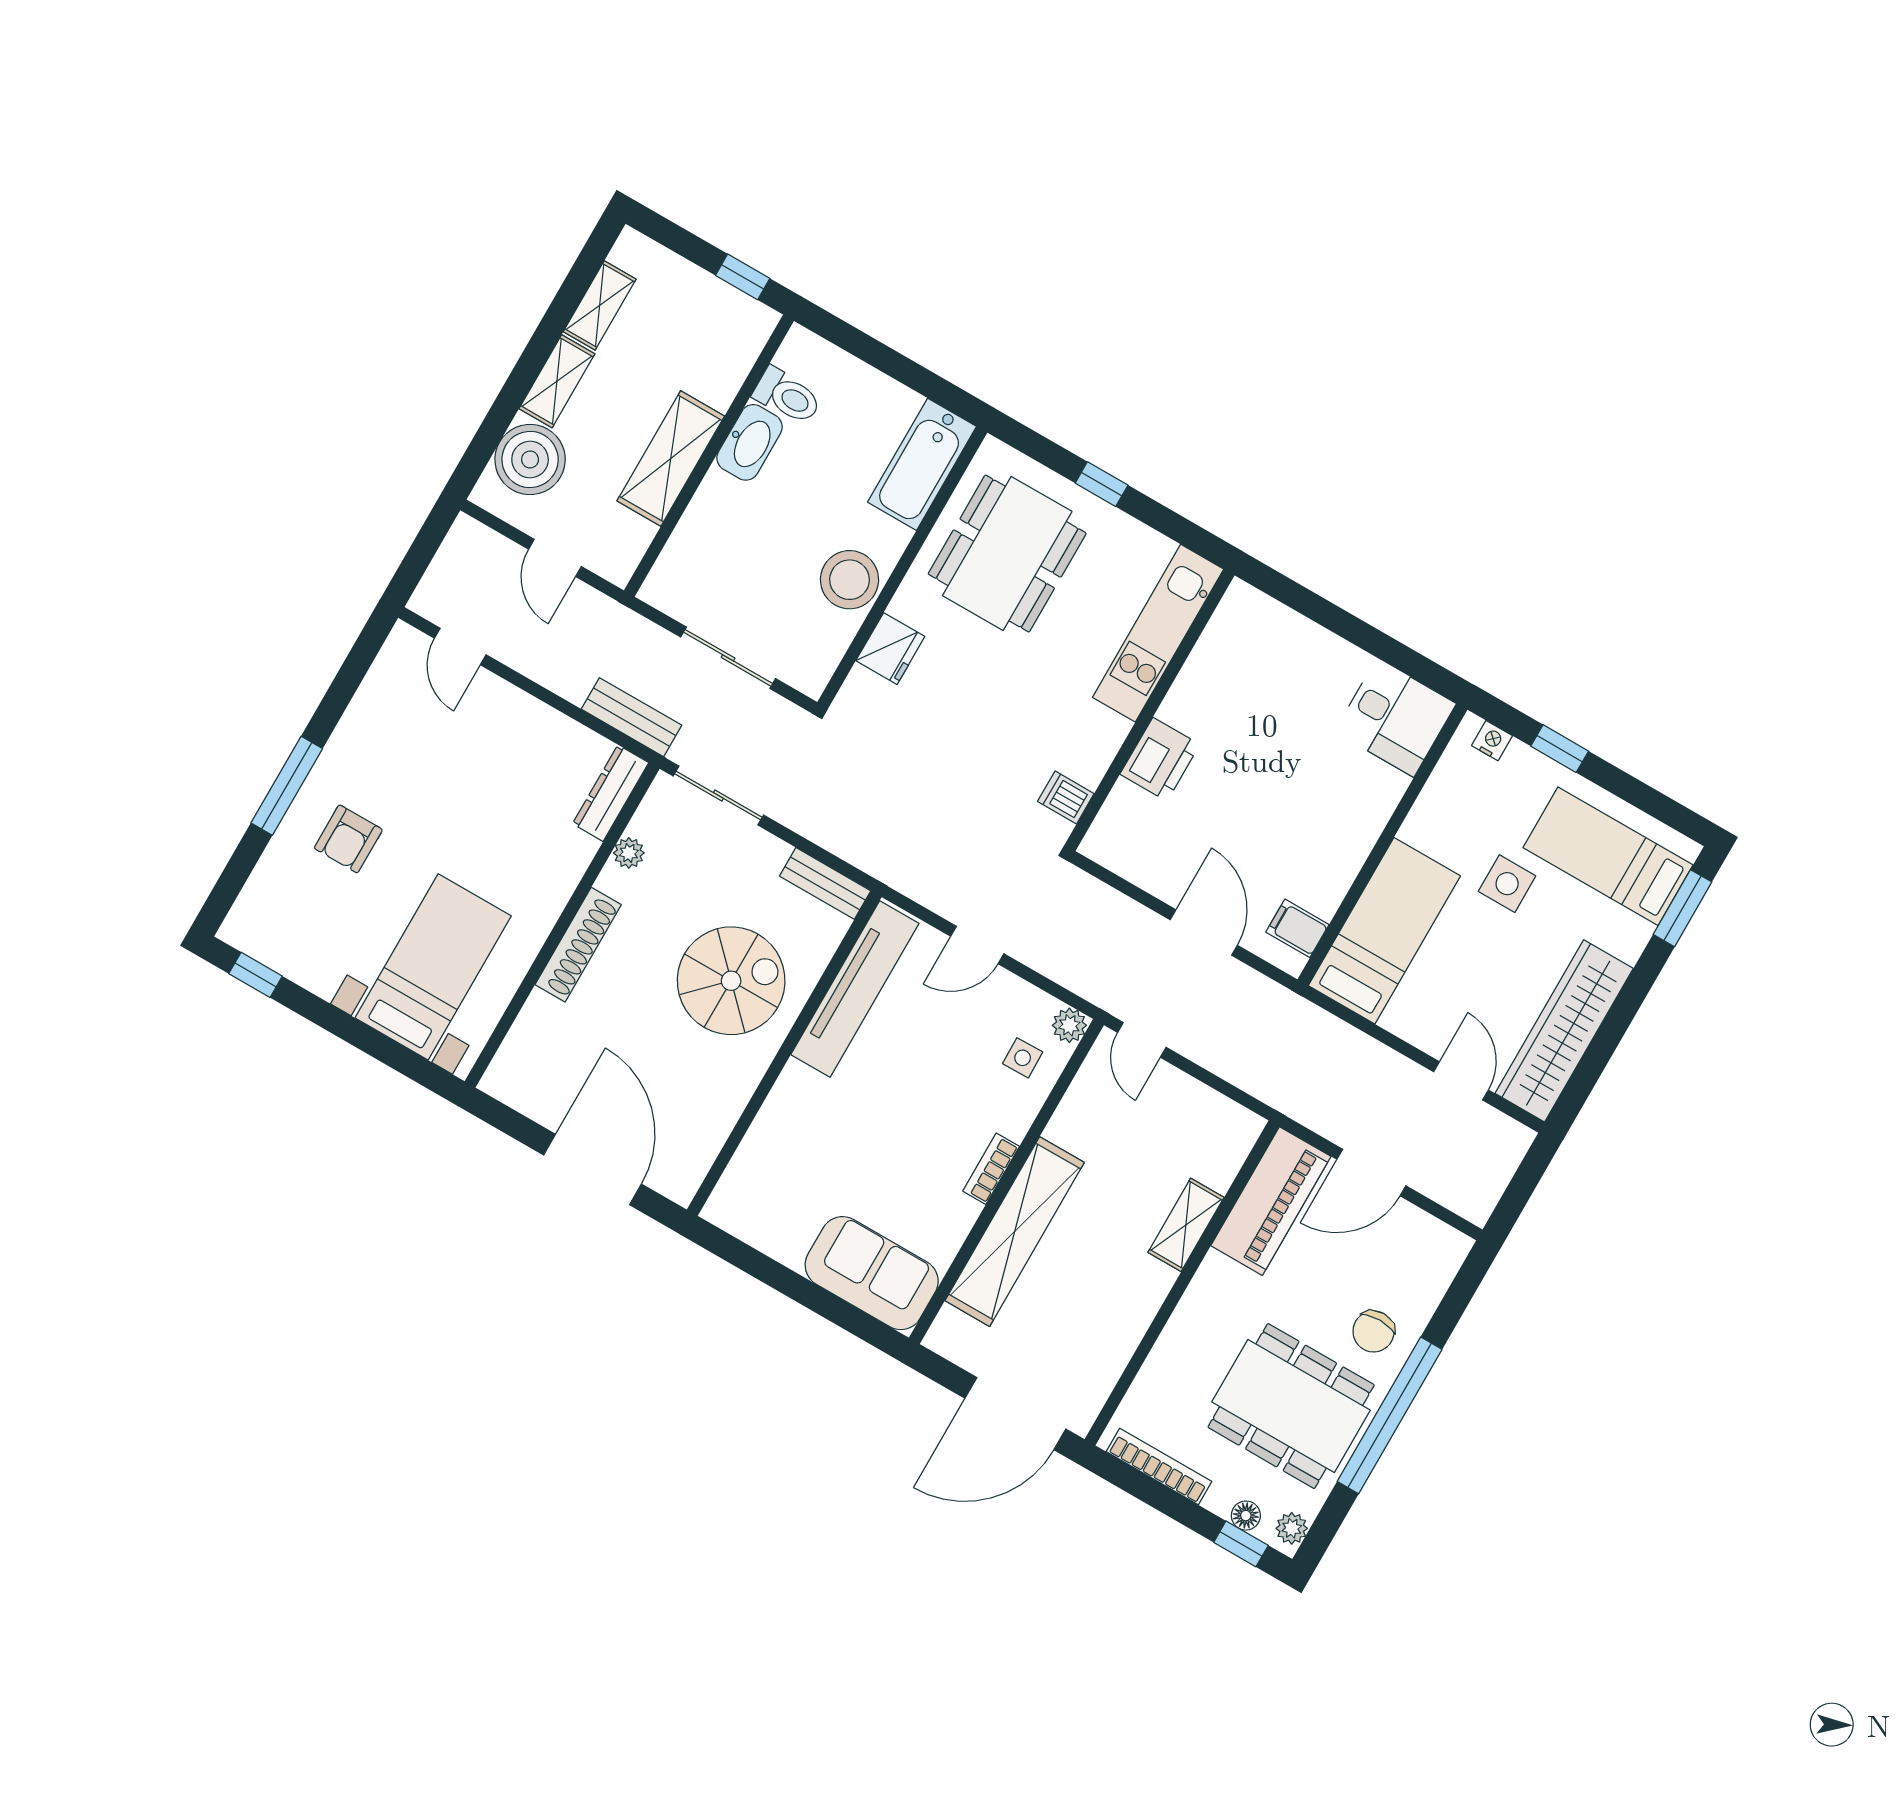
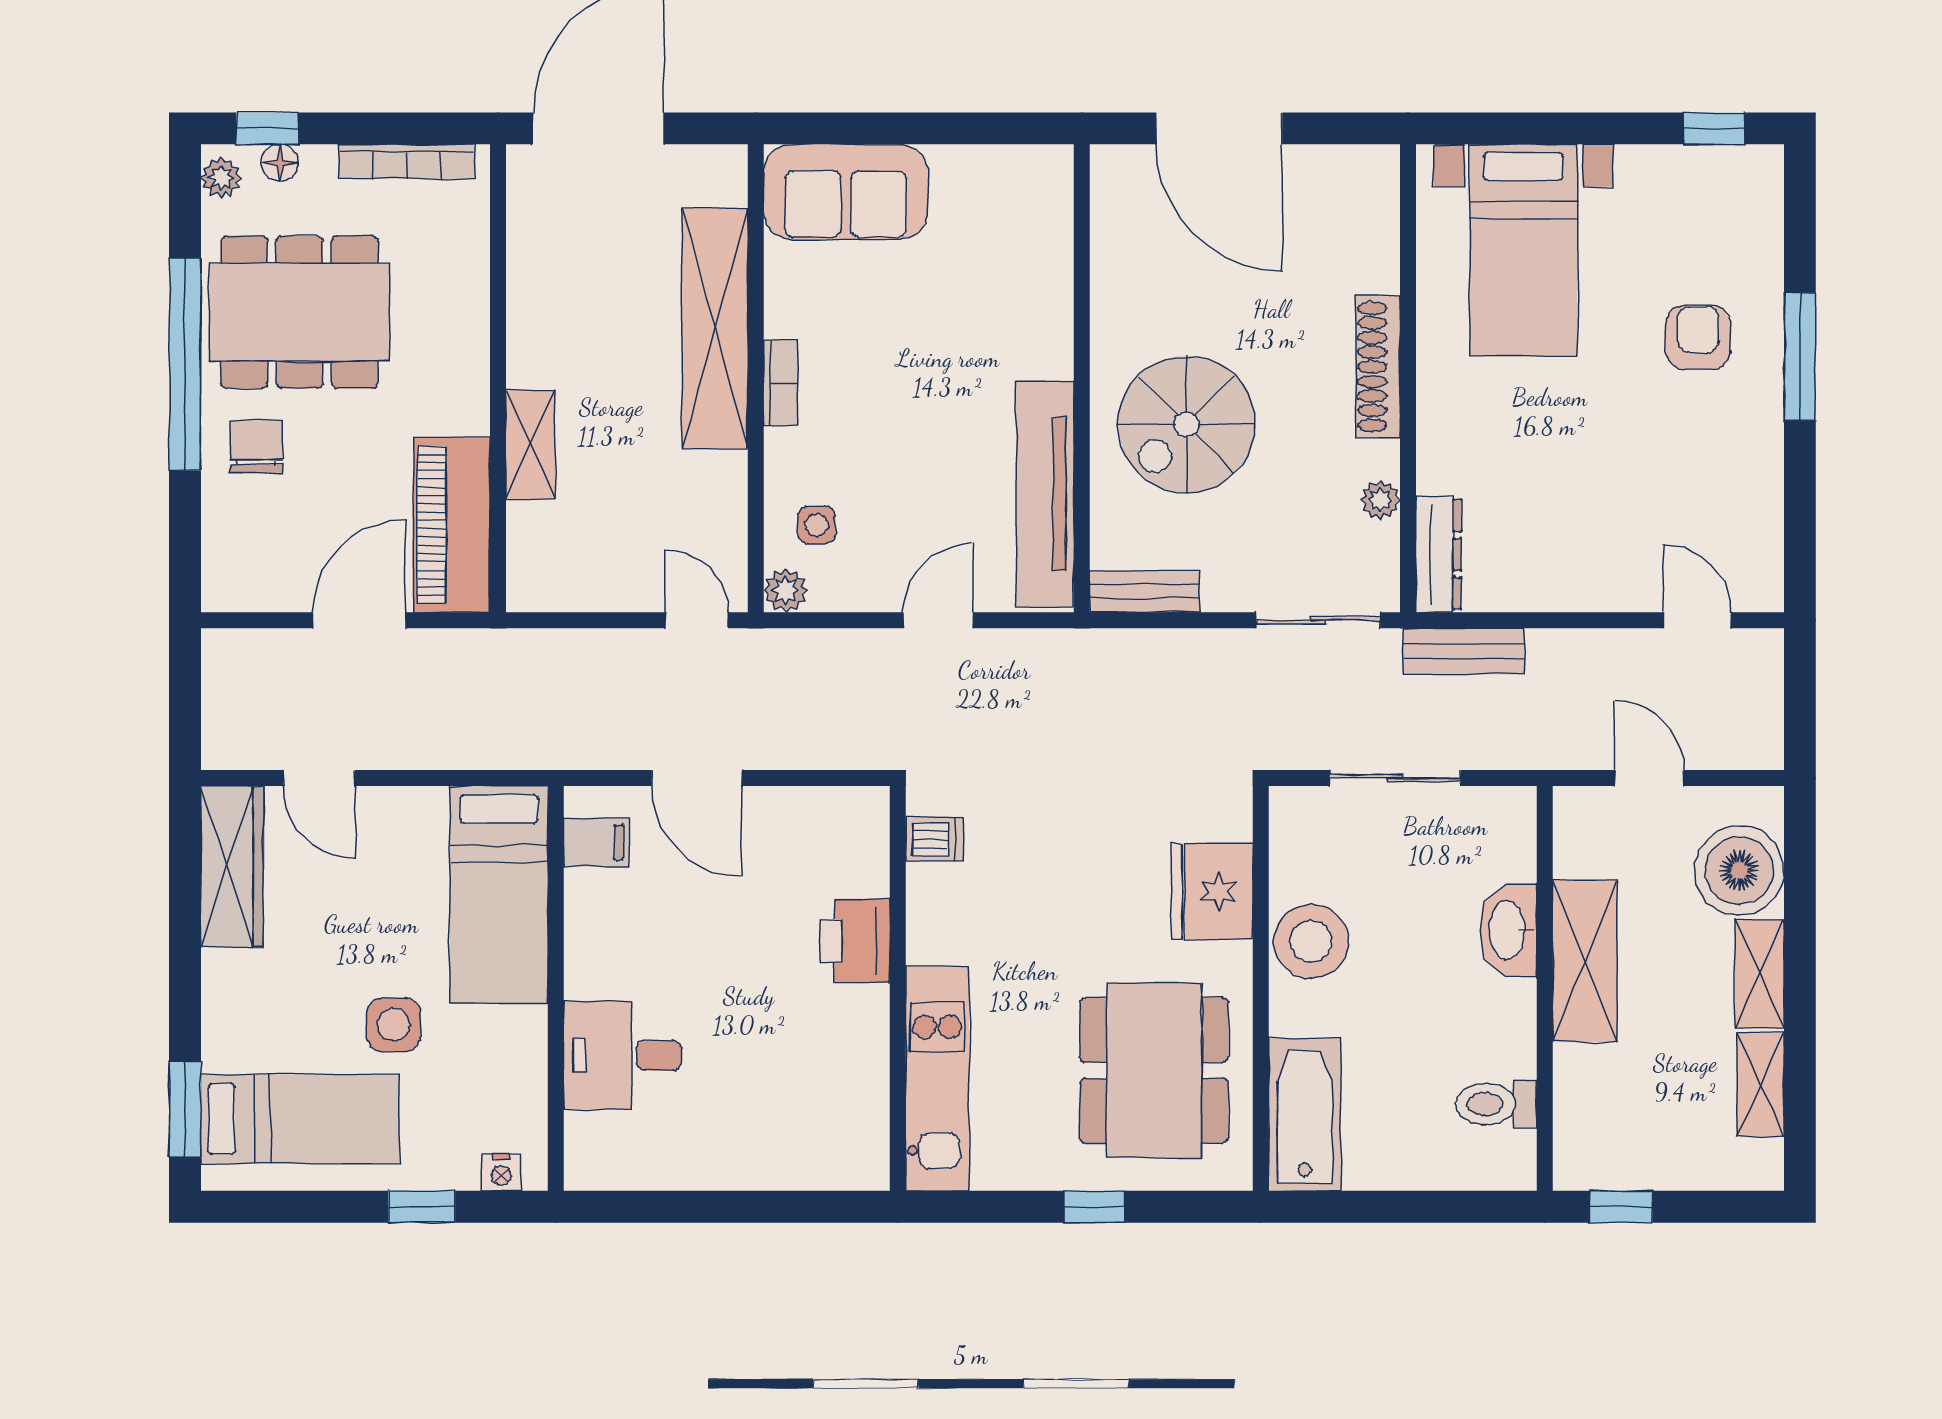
washbasin: (750, 442) -> (1509, 930), moved
fridge: (890, 649) -> (1212, 891), width x1.36, depth x1.34
desk: (1395, 717) -> (622, 1055), moved
wardrobe: (1564, 1031) -> (232, 867), width x0.71, depth x0.85

